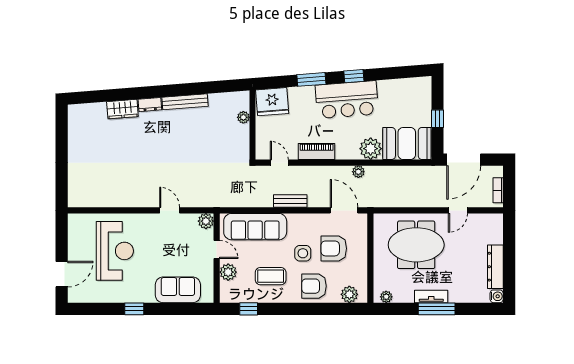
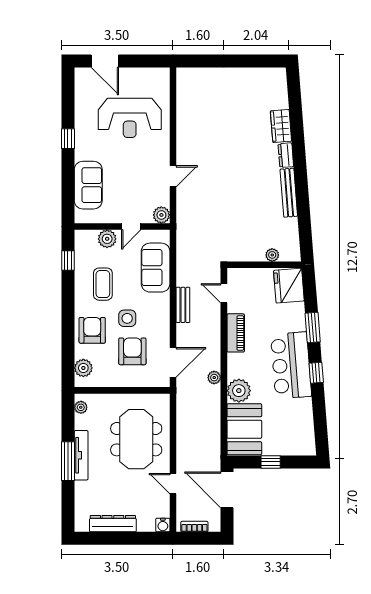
door: (279, 163) -> (224, 293), swing flipped
sofa: (255, 227) -> (156, 268), width x0.73
water cooler: (497, 296) -> (163, 525), moved
tv unit: (431, 297) -> (81, 455), width x1.41

